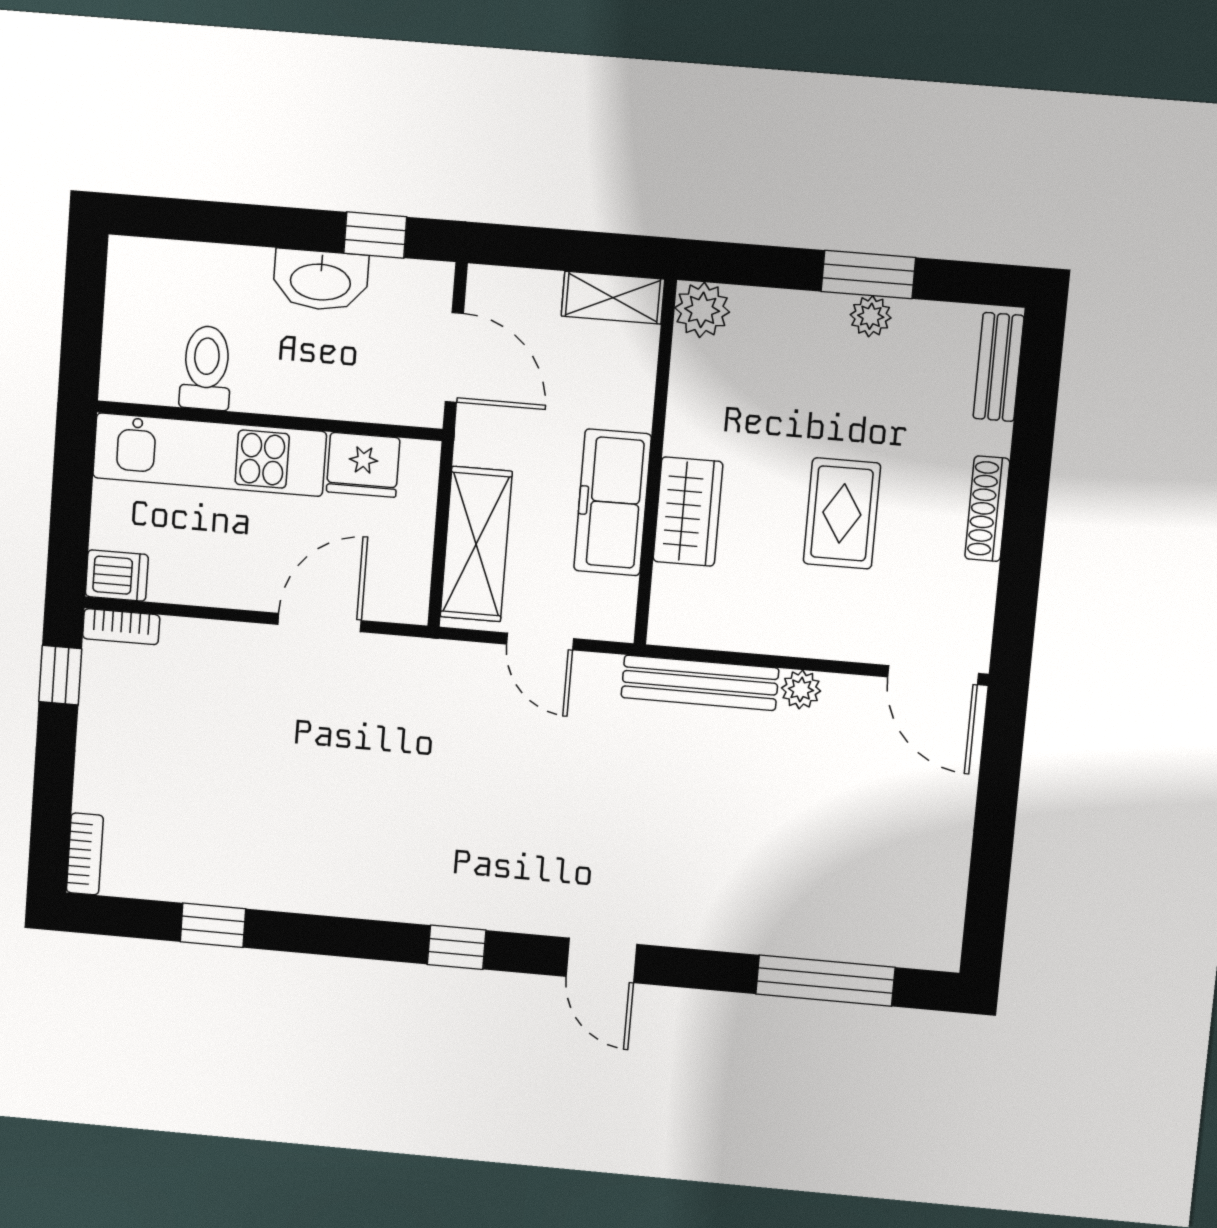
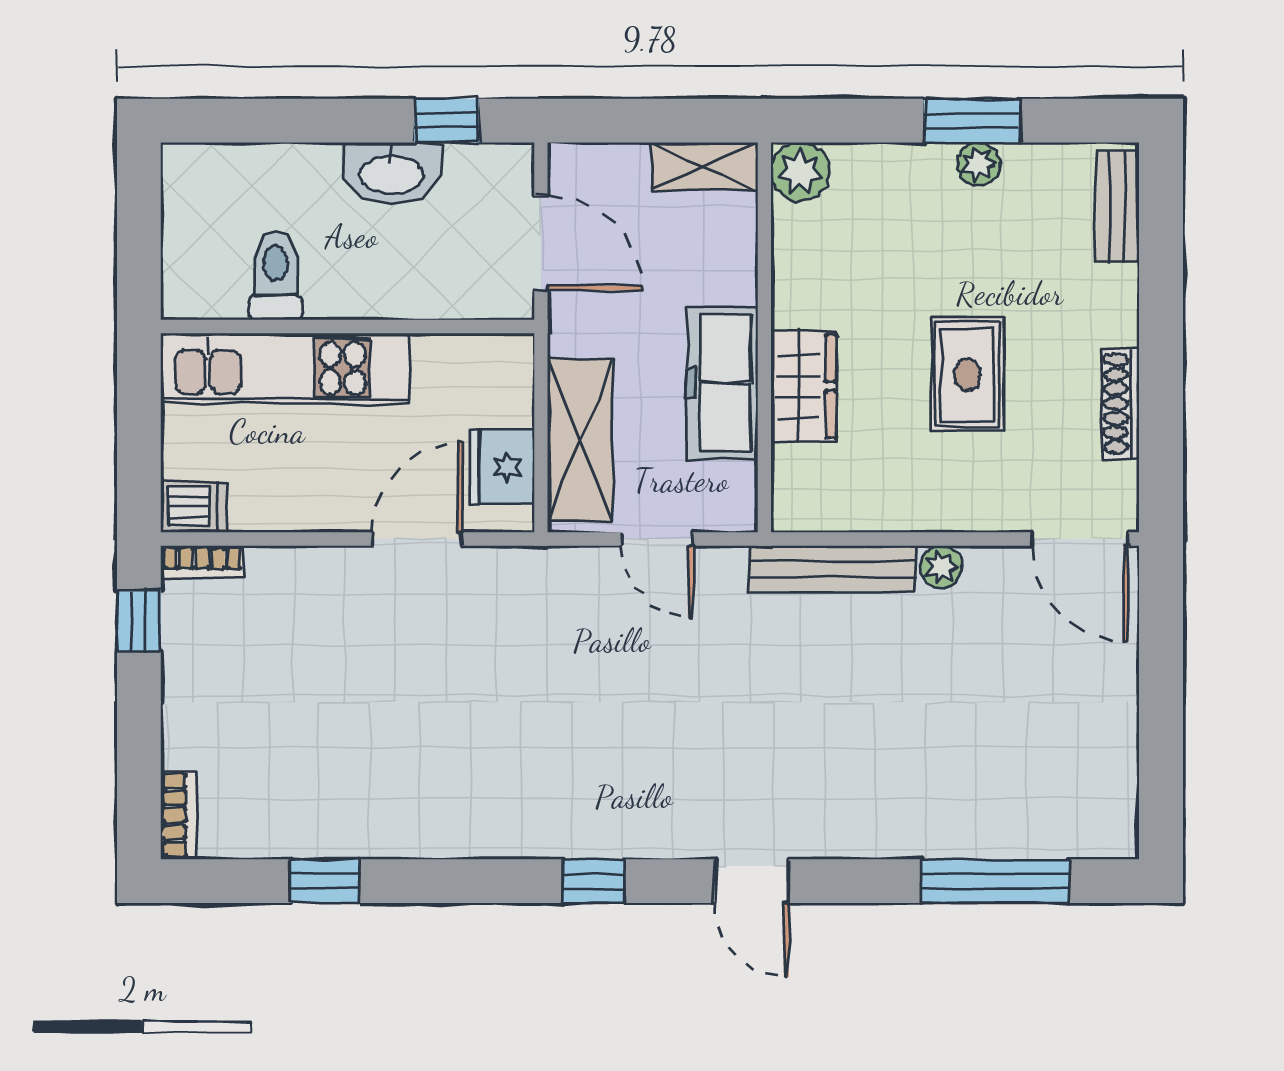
fridge: (363, 465) -> (502, 467), moved, turned 90
shoe rack: (987, 509) -> (1120, 403), moved

